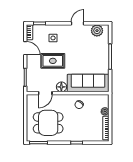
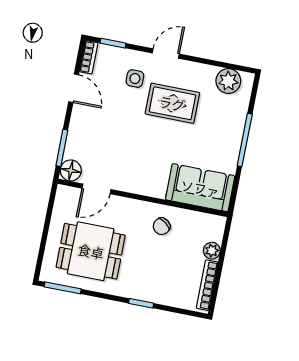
door: (78, 23) -> (166, 54), moved
rug: (53, 61) -> (172, 103), moved
sofa: (88, 83) -> (200, 188), width x0.73
floor lamp: (61, 87) -> (71, 170), moved

